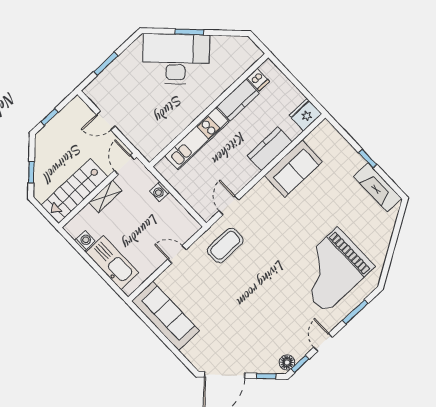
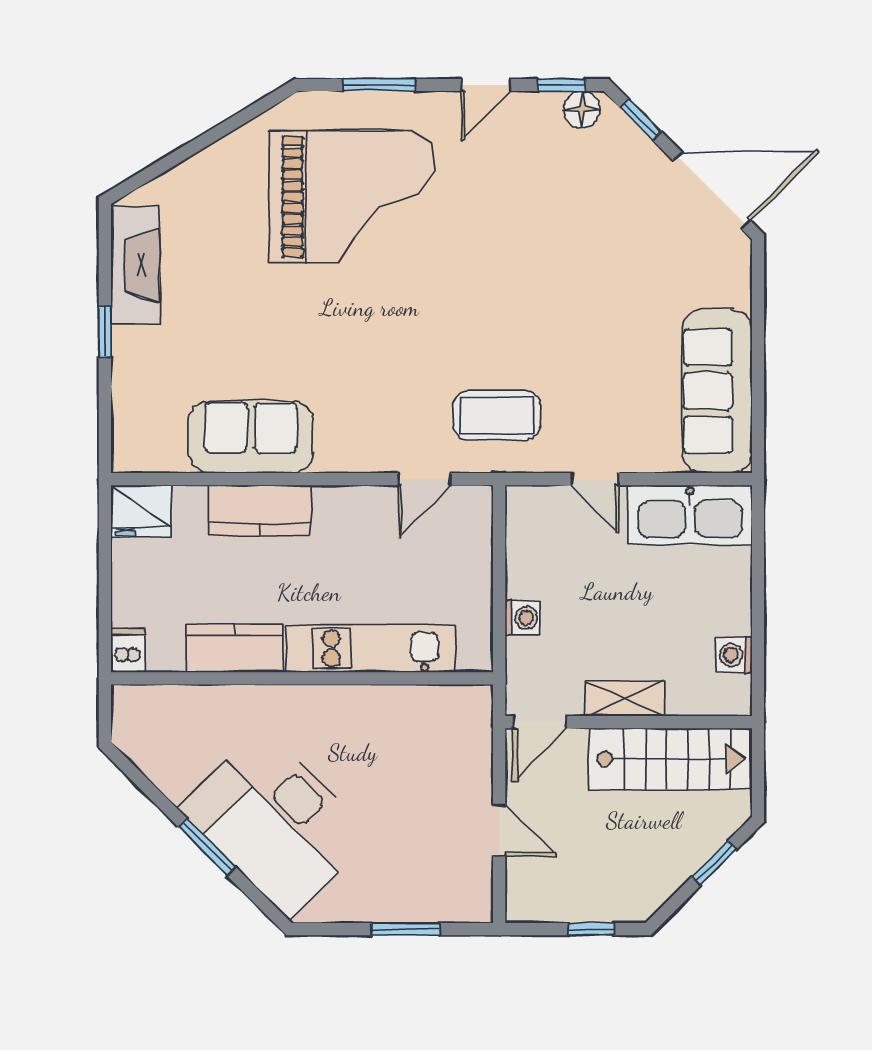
dishwasher: (258, 80) -> (128, 650), moved
kitchen sink: (112, 263) -> (690, 515), moved, turned -90

